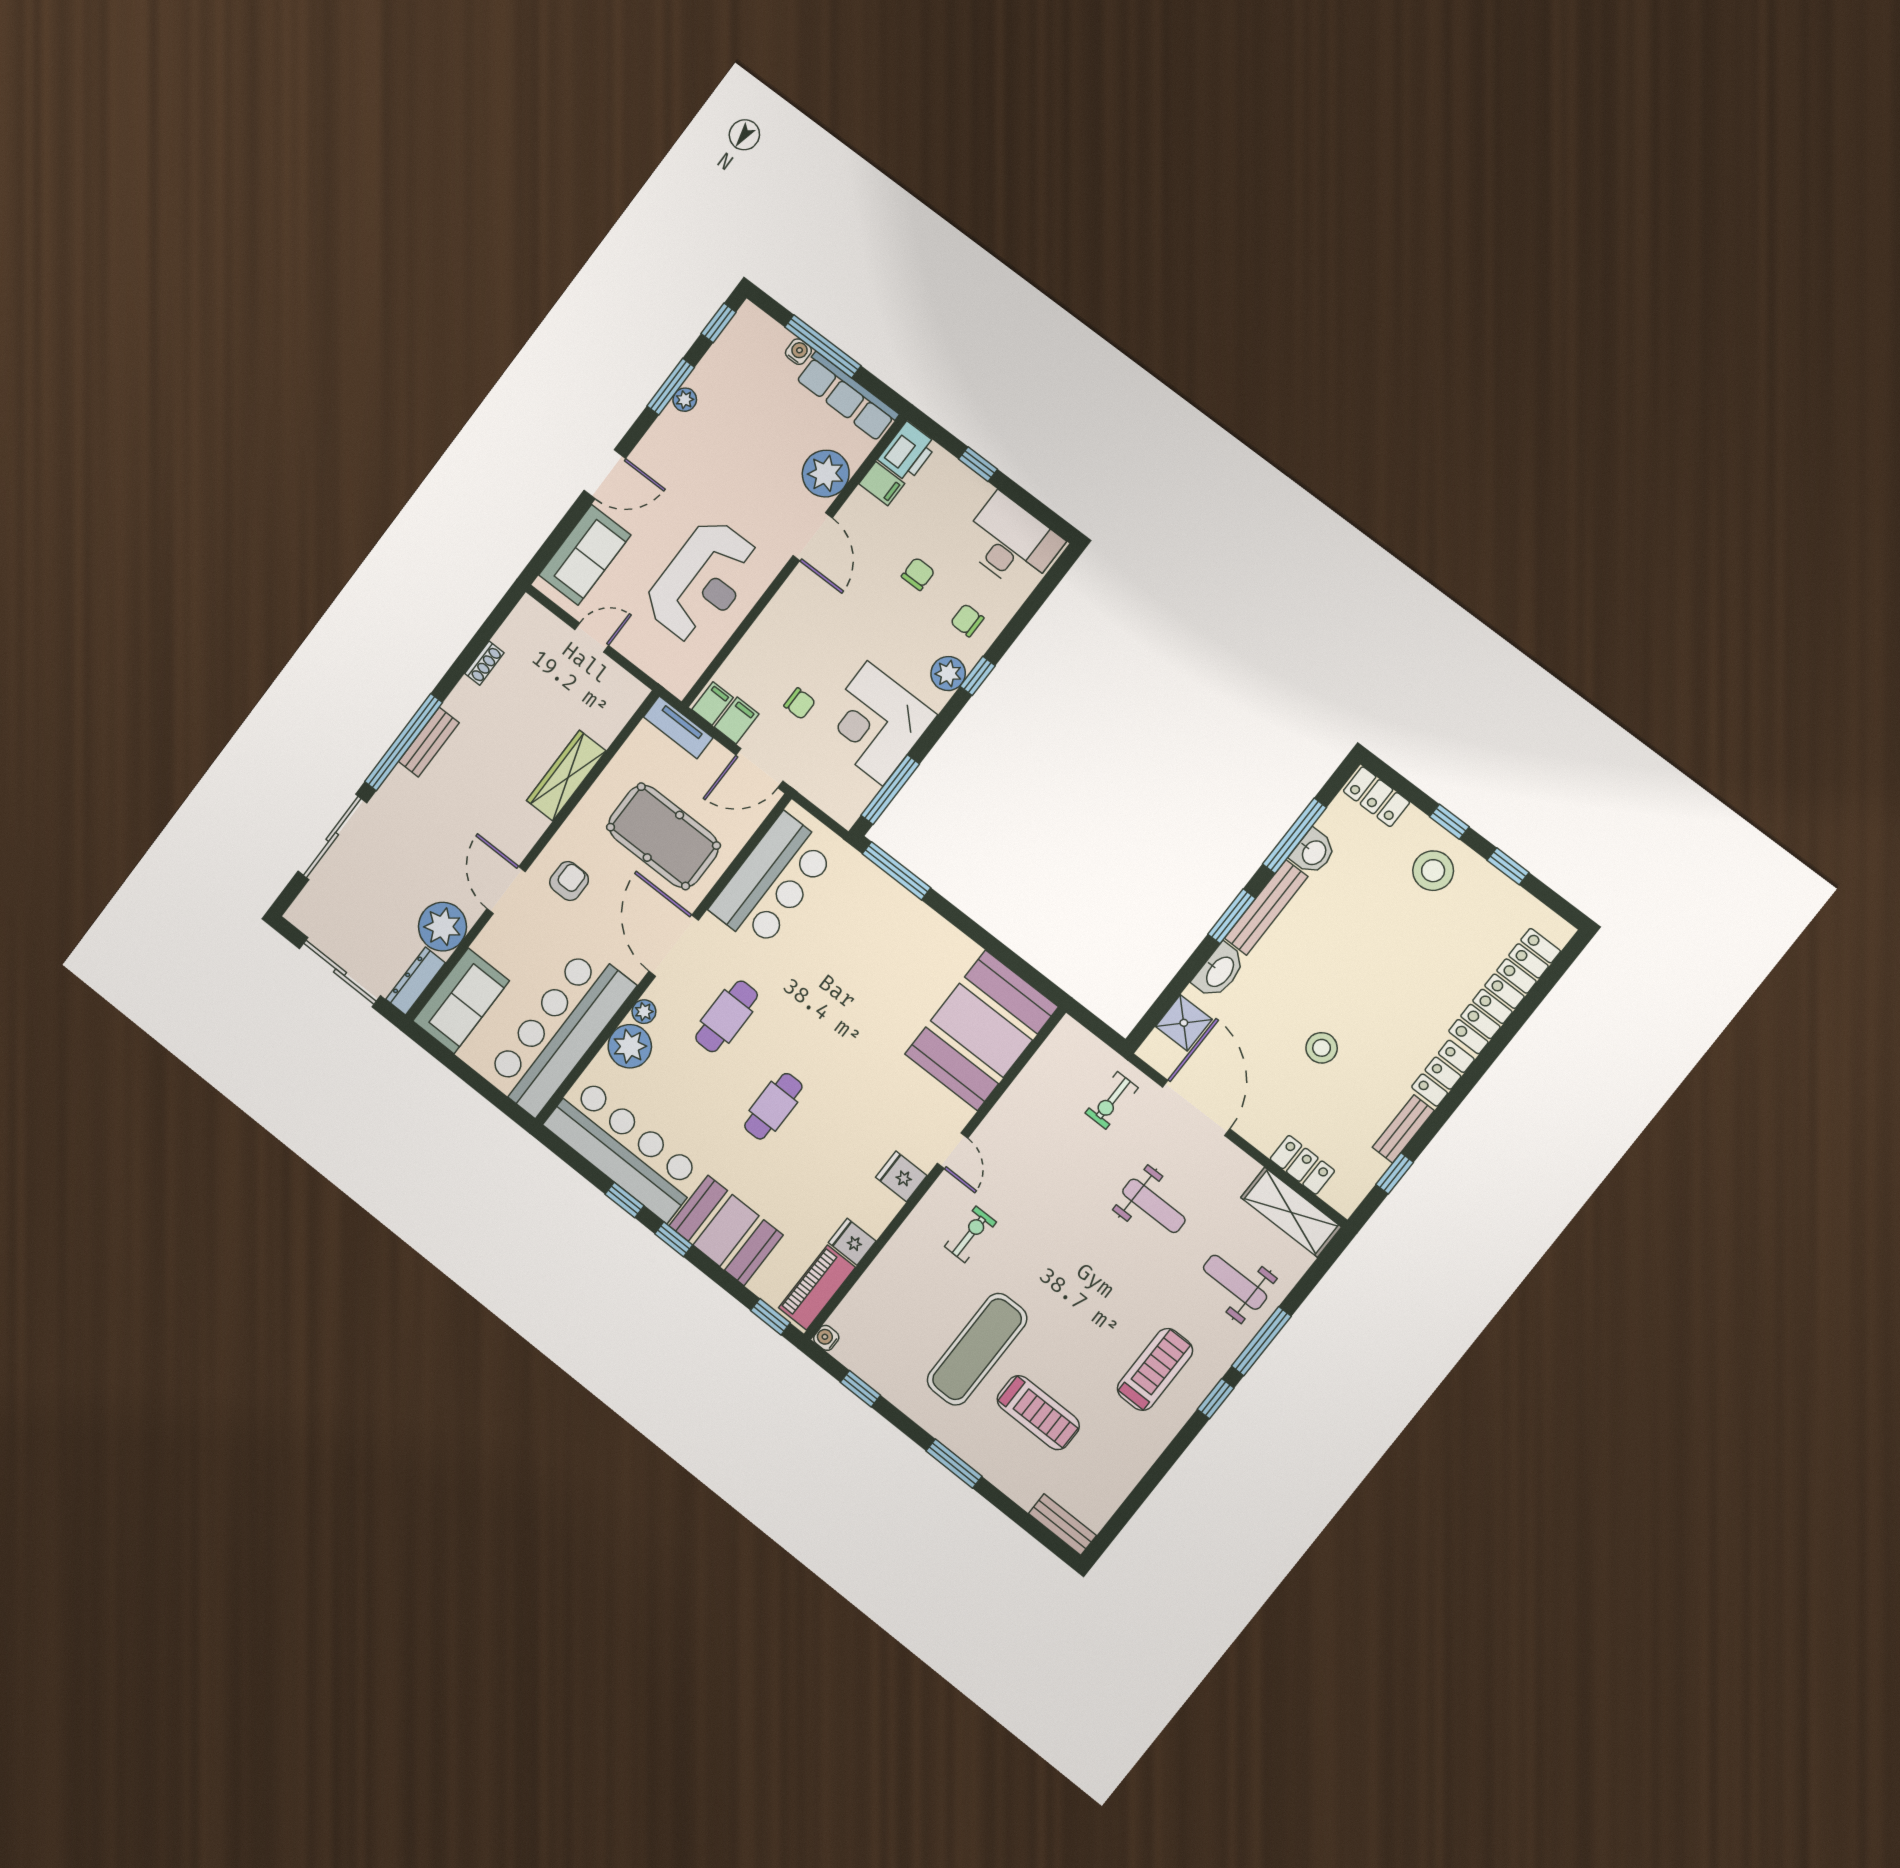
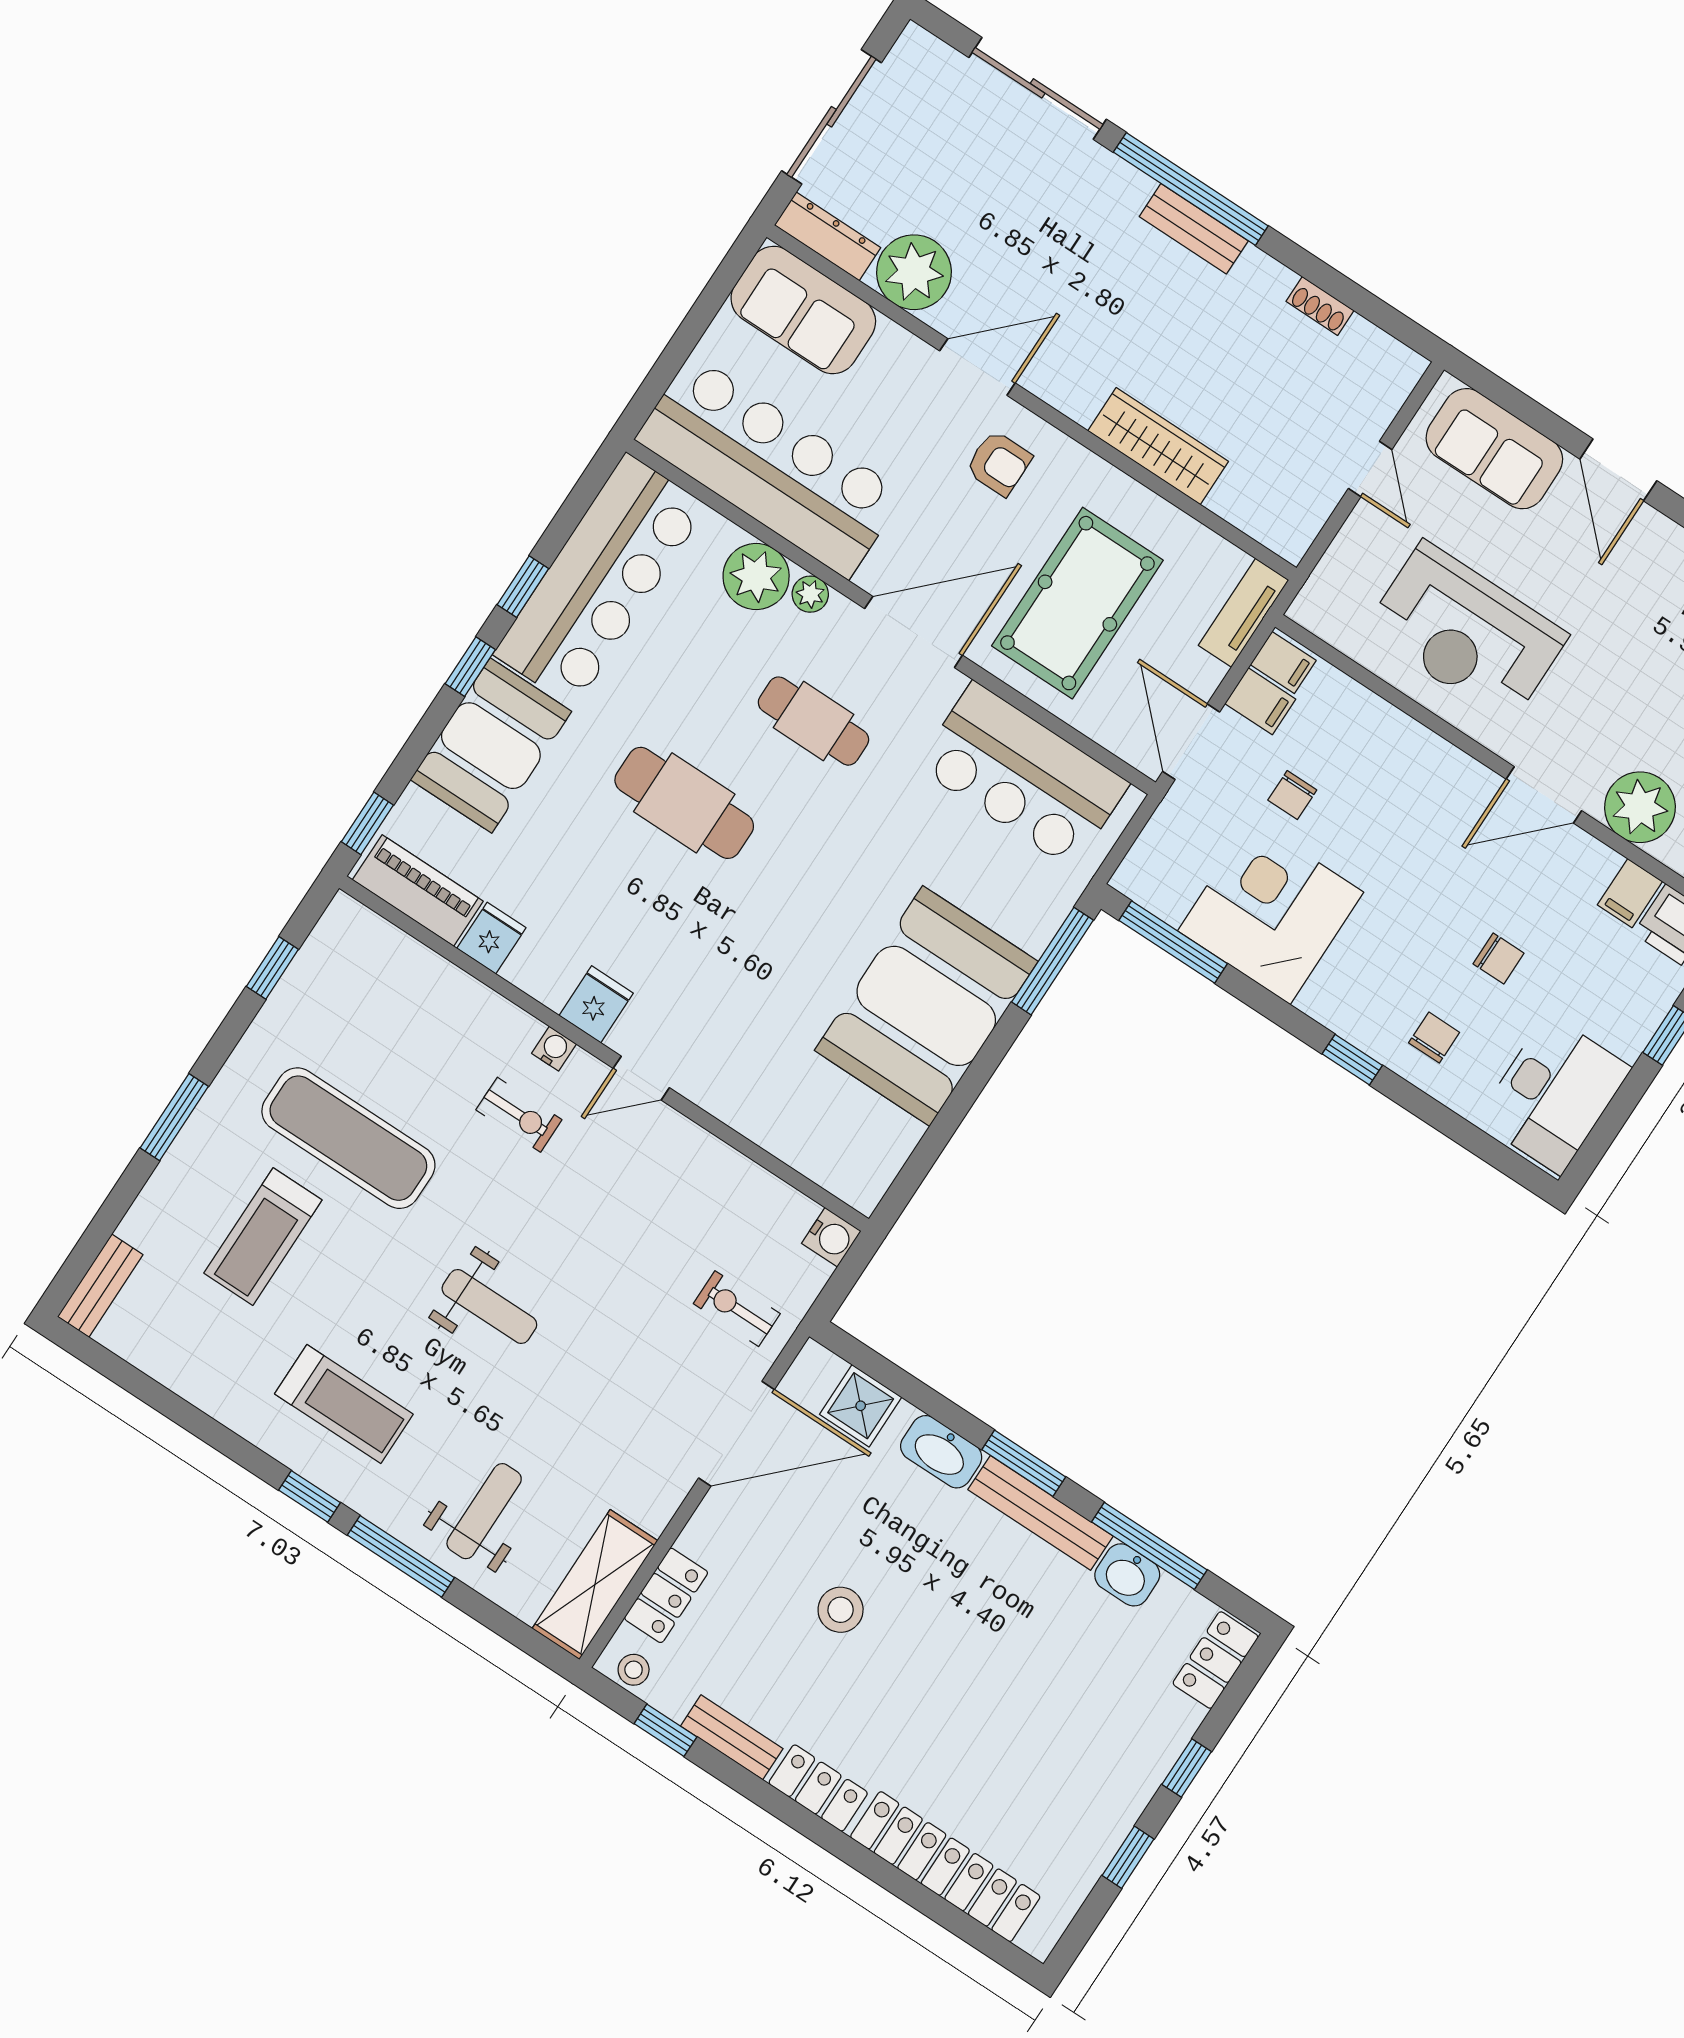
plant: (948, 674) -> (1353, 1015), removed
stool: (1433, 871) -> (634, 1670), moved, width x0.53, depth x0.53
booth: (981, 1030) -> (926, 1006), moved, turned 90
water cooler: (1069, 1033) -> (831, 1237), added
cafe table: (773, 1106) -> (684, 803), width x1.37, depth x1.35
weight bench: (1154, 1206) -> (489, 1307), moved, turned -90
water cooler: (826, 1338) -> (554, 1049), moved

